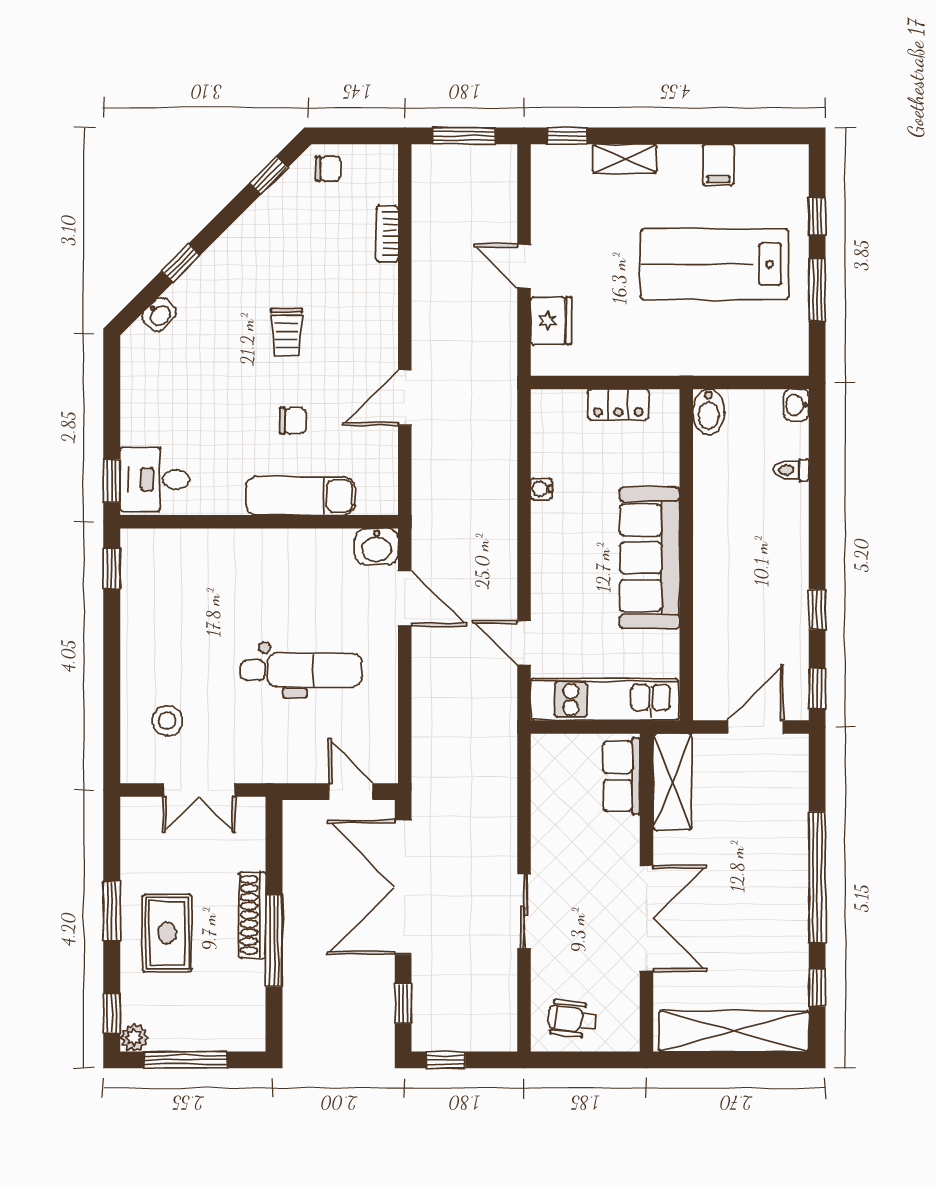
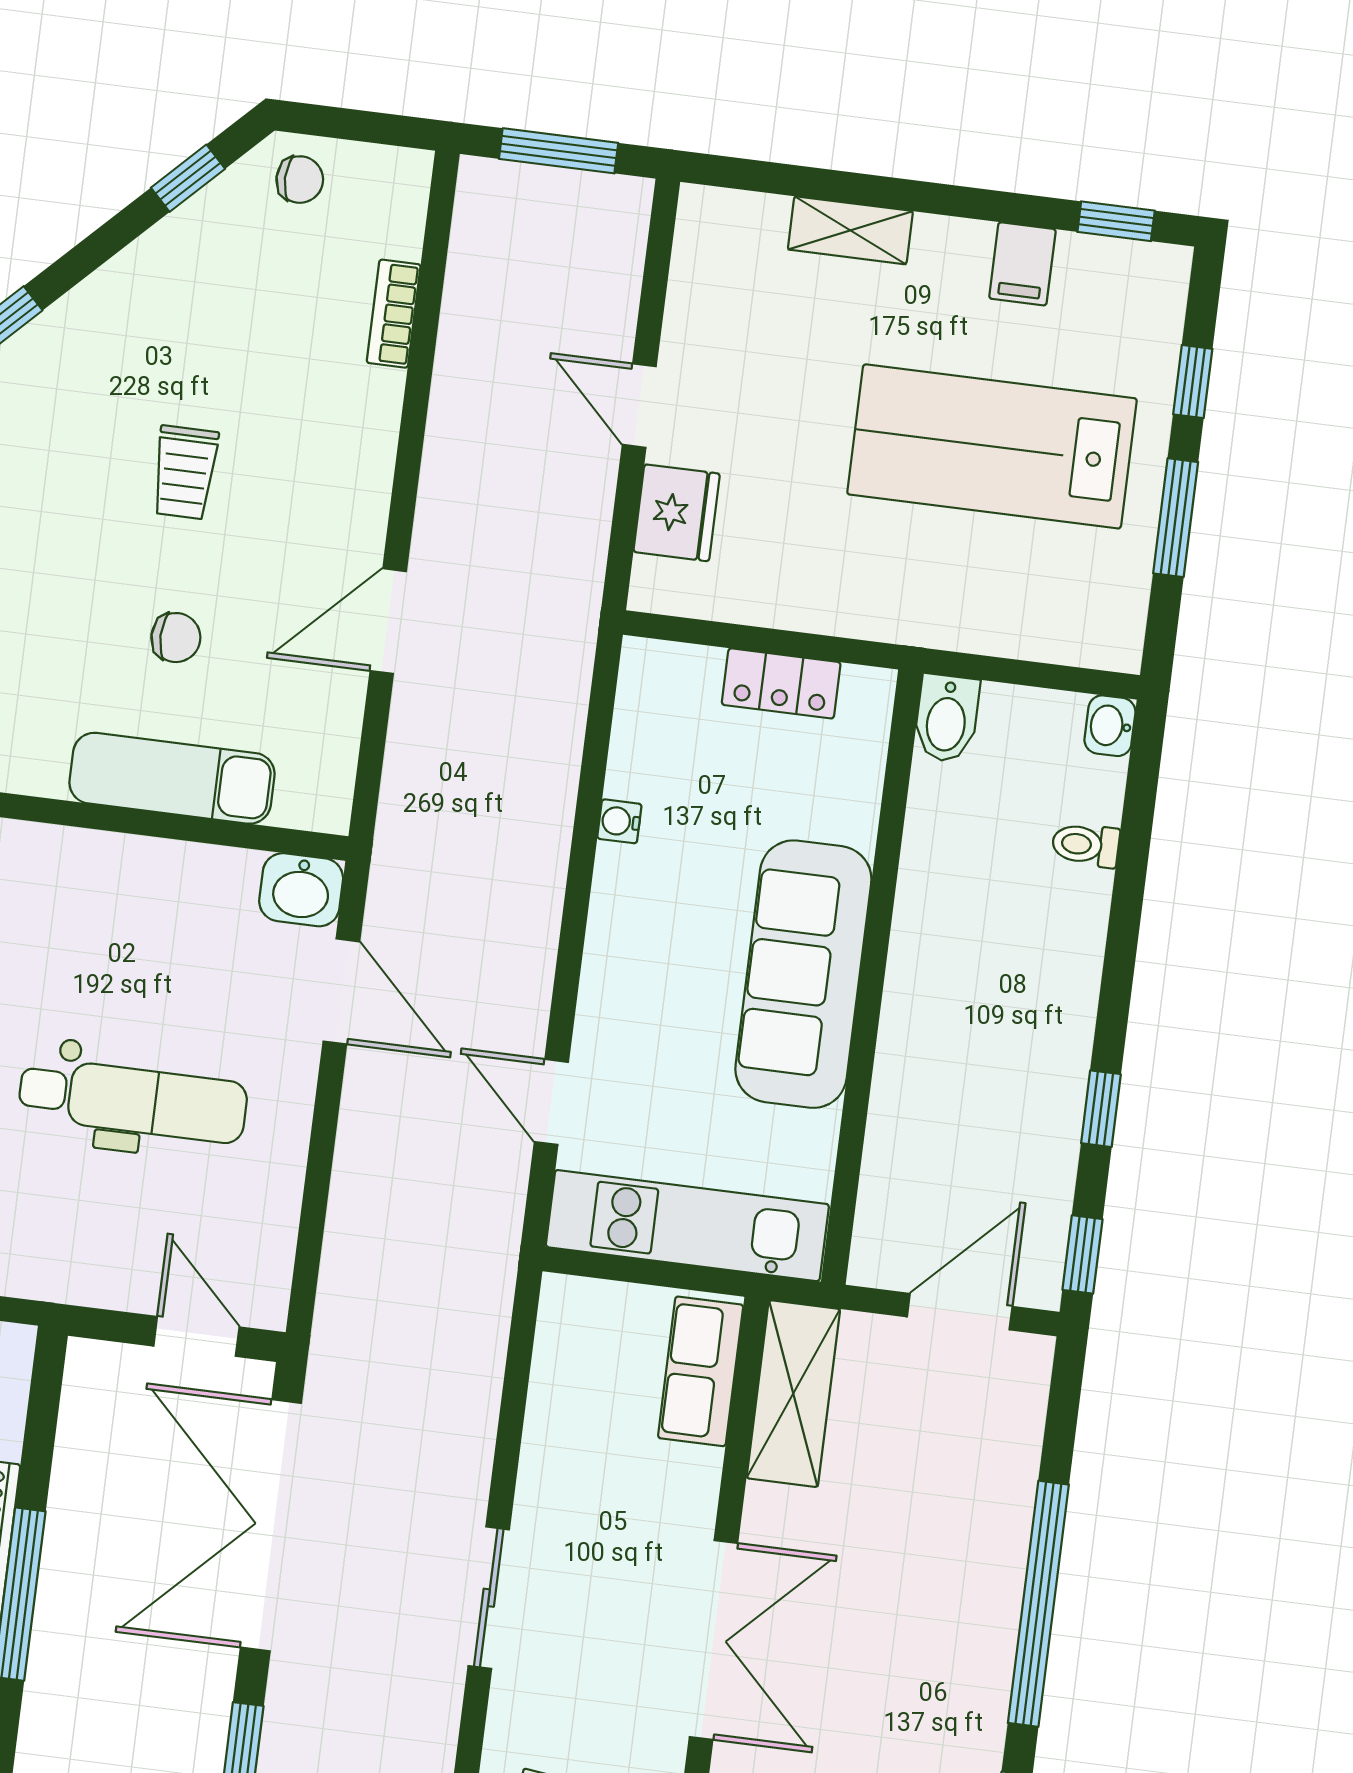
window: (567, 136) -> (1116, 221), moved

